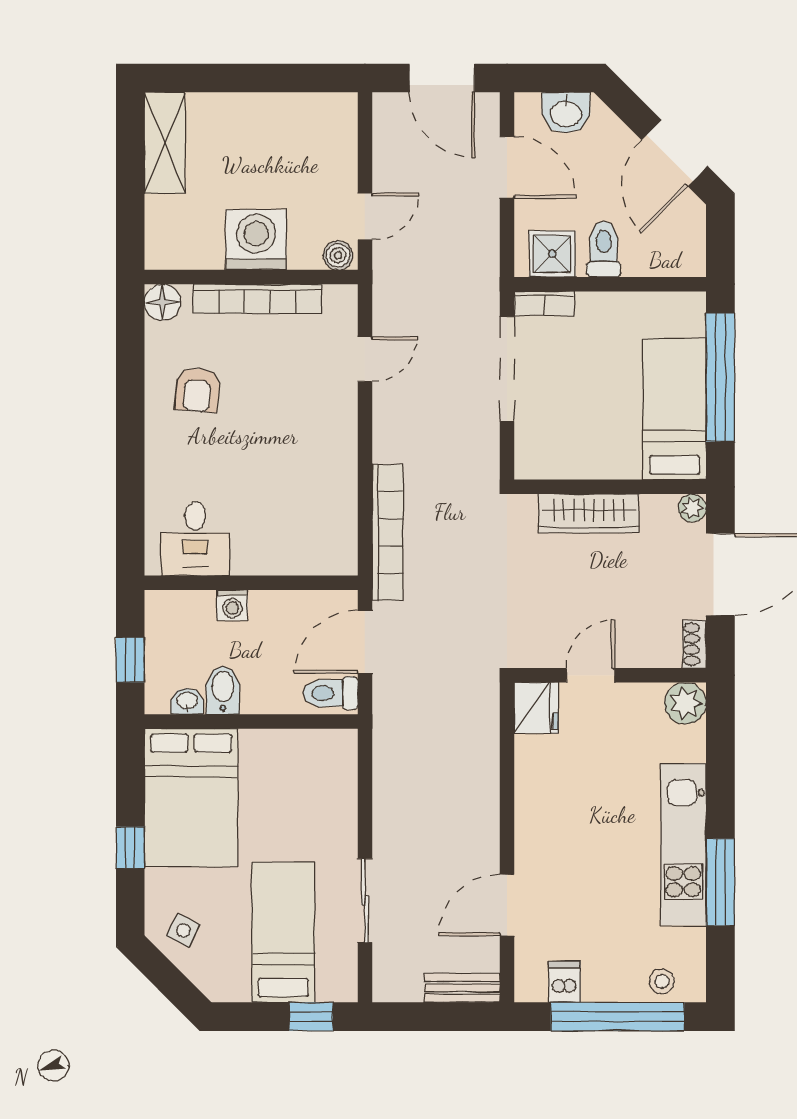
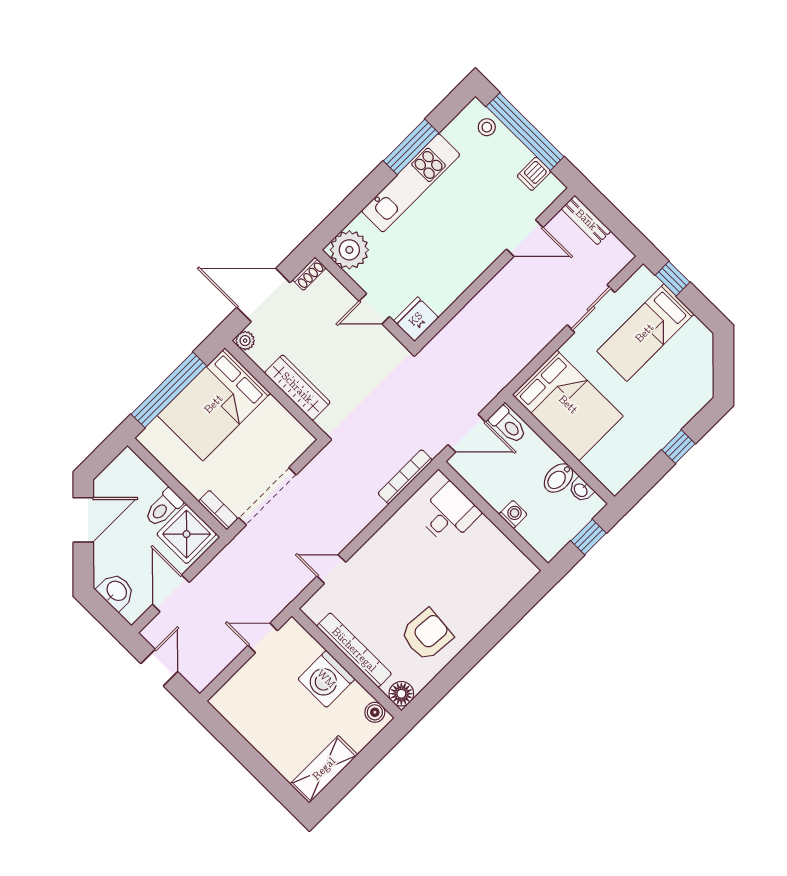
door: (442, 78) -> (159, 668), width x0.73
shower: (552, 254) -> (187, 534), width x1.36, depth x1.36
boiler: (338, 255) -> (375, 712), moved
armchair: (197, 390) -> (427, 635), width x1.38, depth x1.38
bed: (674, 409) -> (214, 404), width x1.50
bookcase: (387, 532) -> (405, 477), width x0.68, depth x0.76
desk: (195, 539) -> (449, 514), moved
plant: (685, 703) -> (349, 250), width x1.36, depth x1.36
bed: (191, 798) -> (568, 405), moved, turned 90
side table: (183, 930) -> (693, 381), removed

